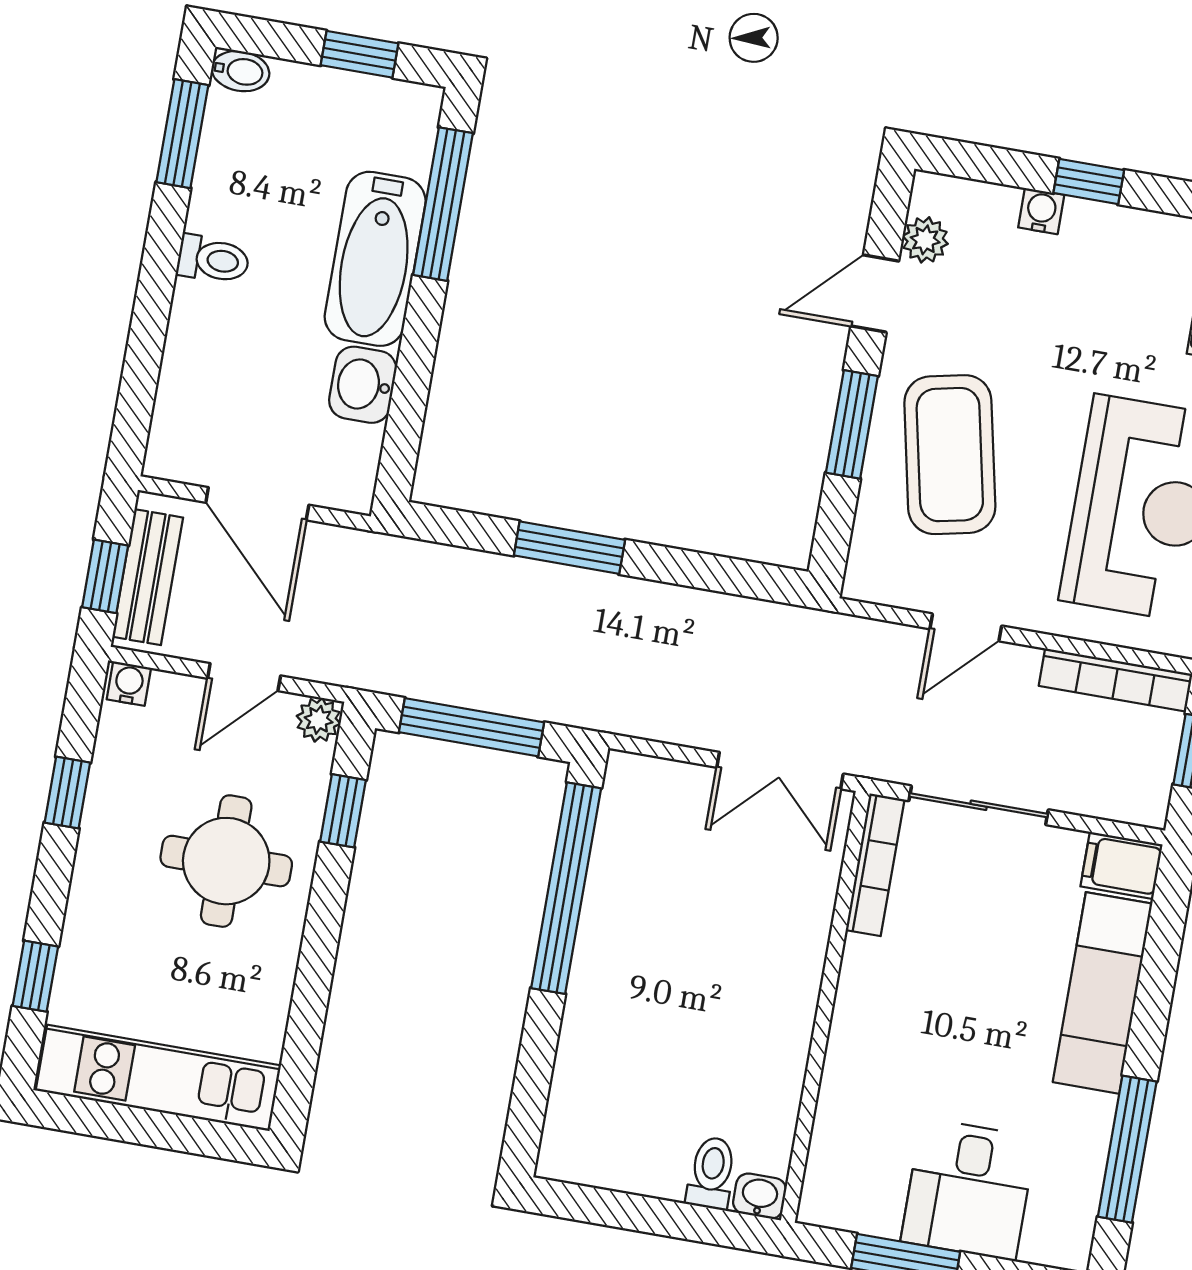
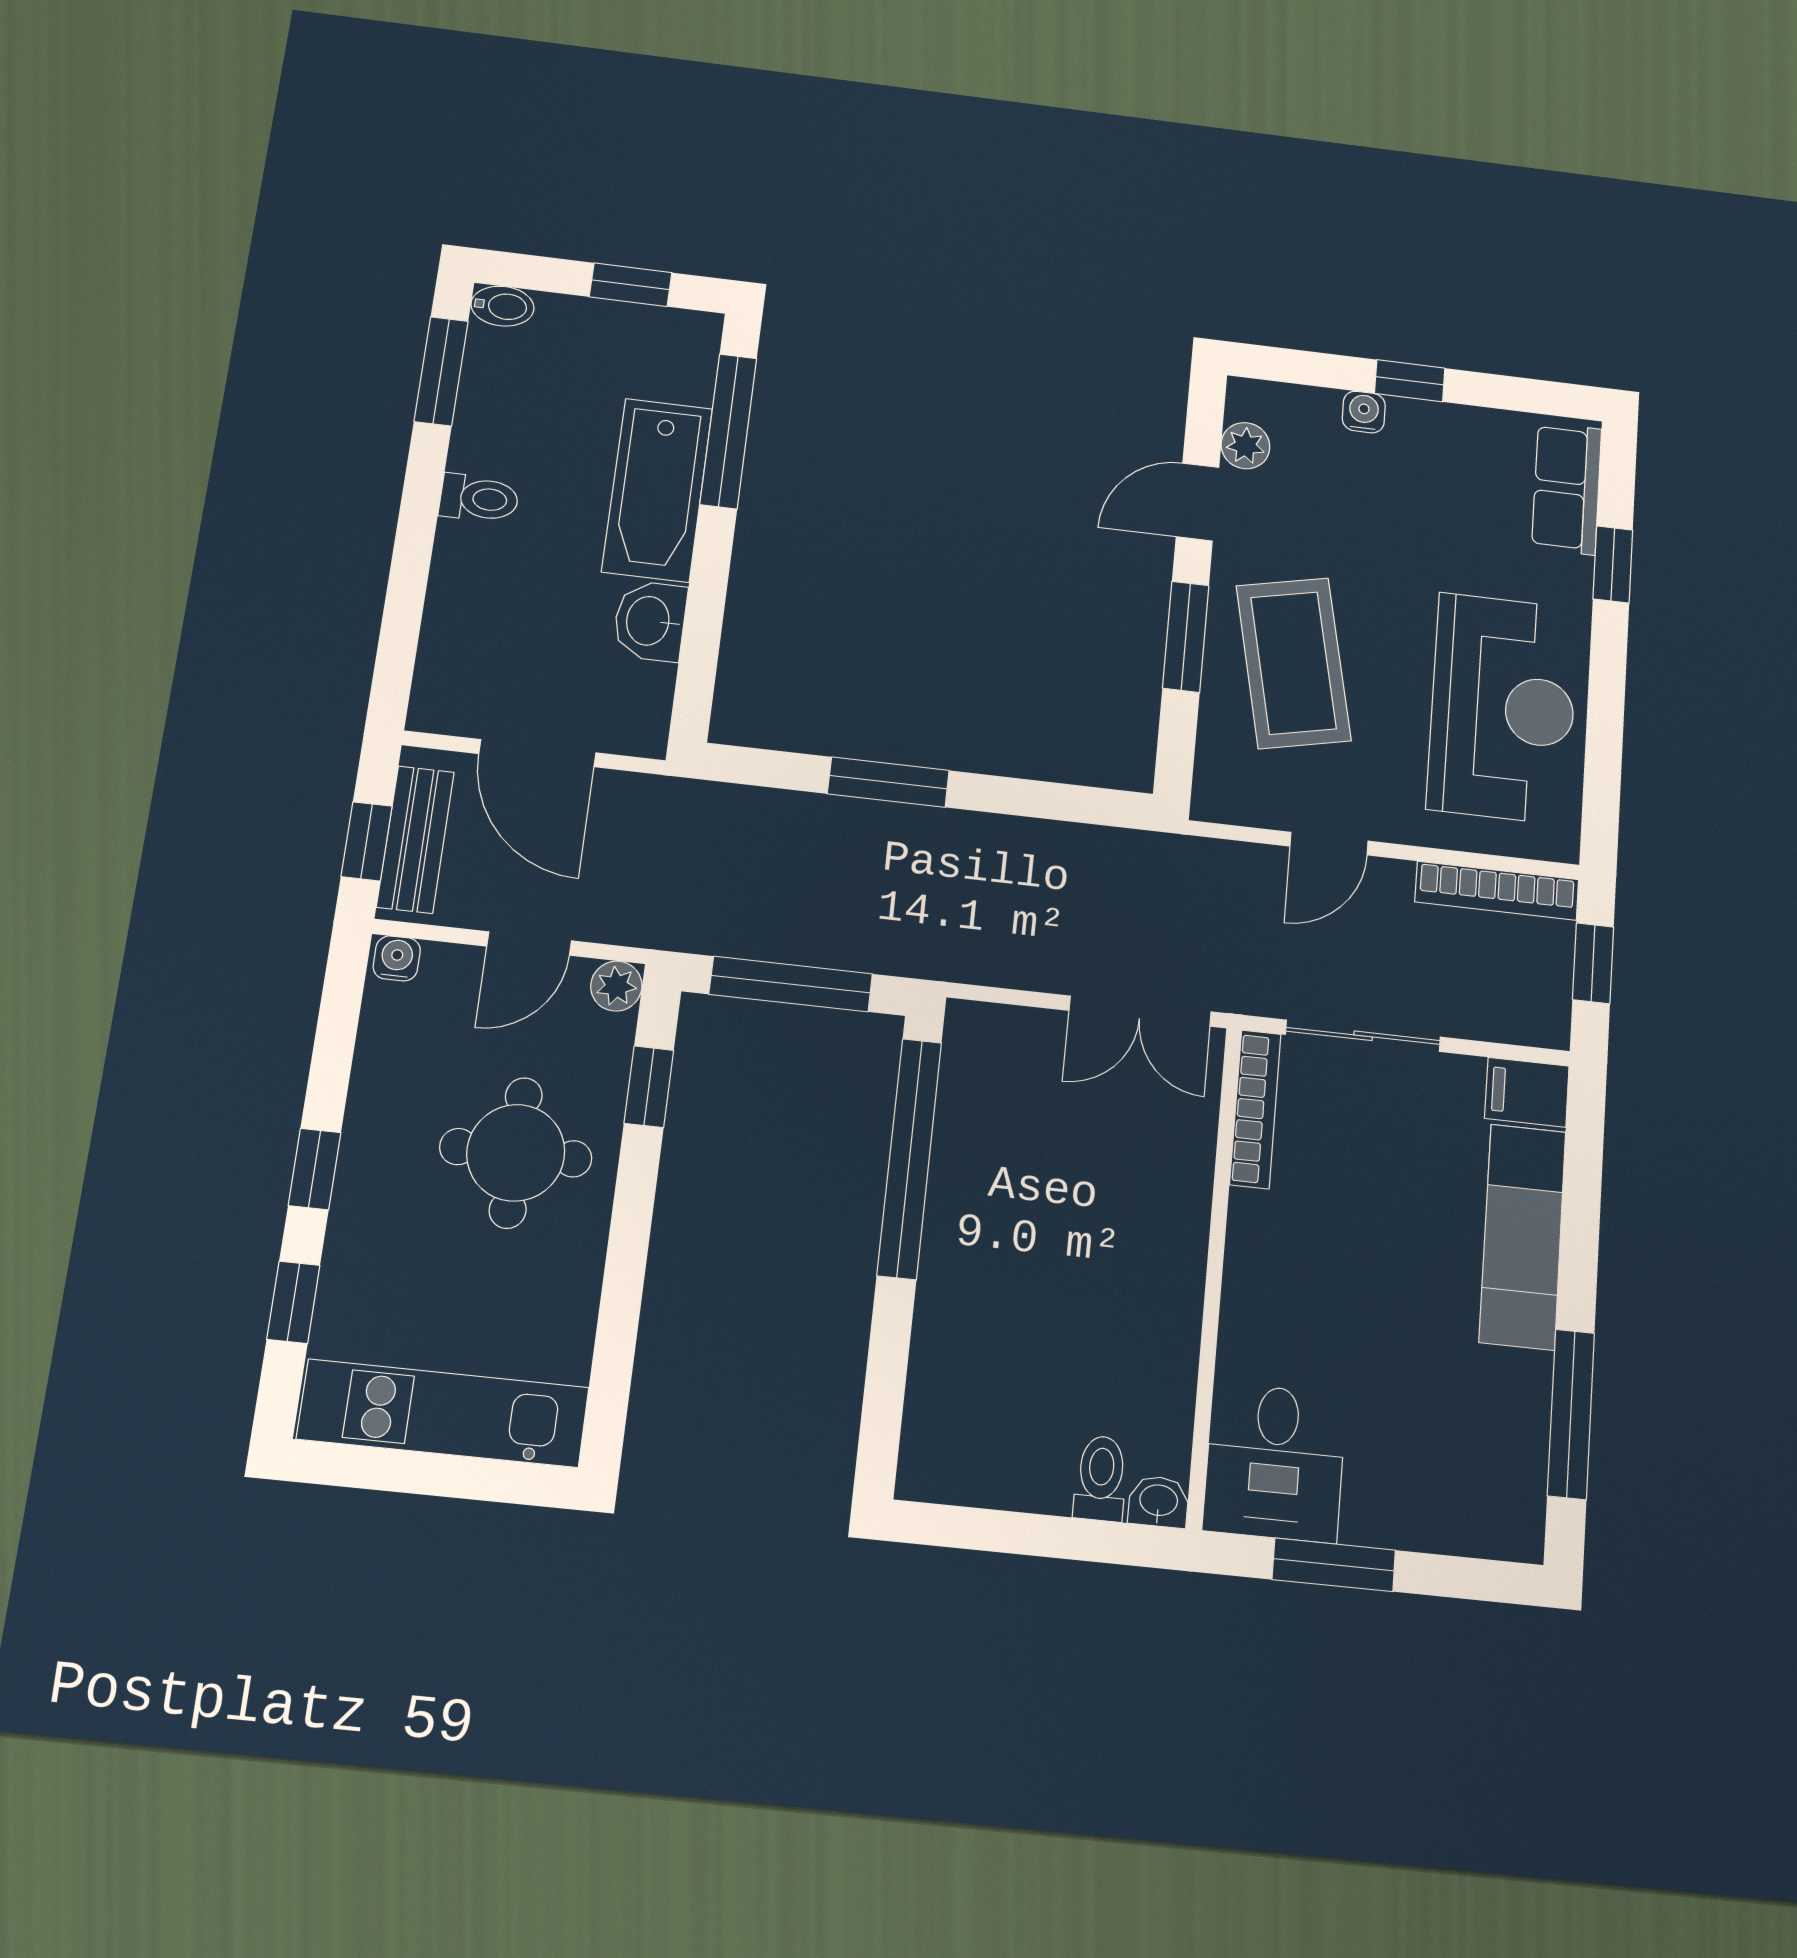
window: (67, 793) -> (314, 1169), moved
desk: (969, 1189) -> (1275, 1462), moved

